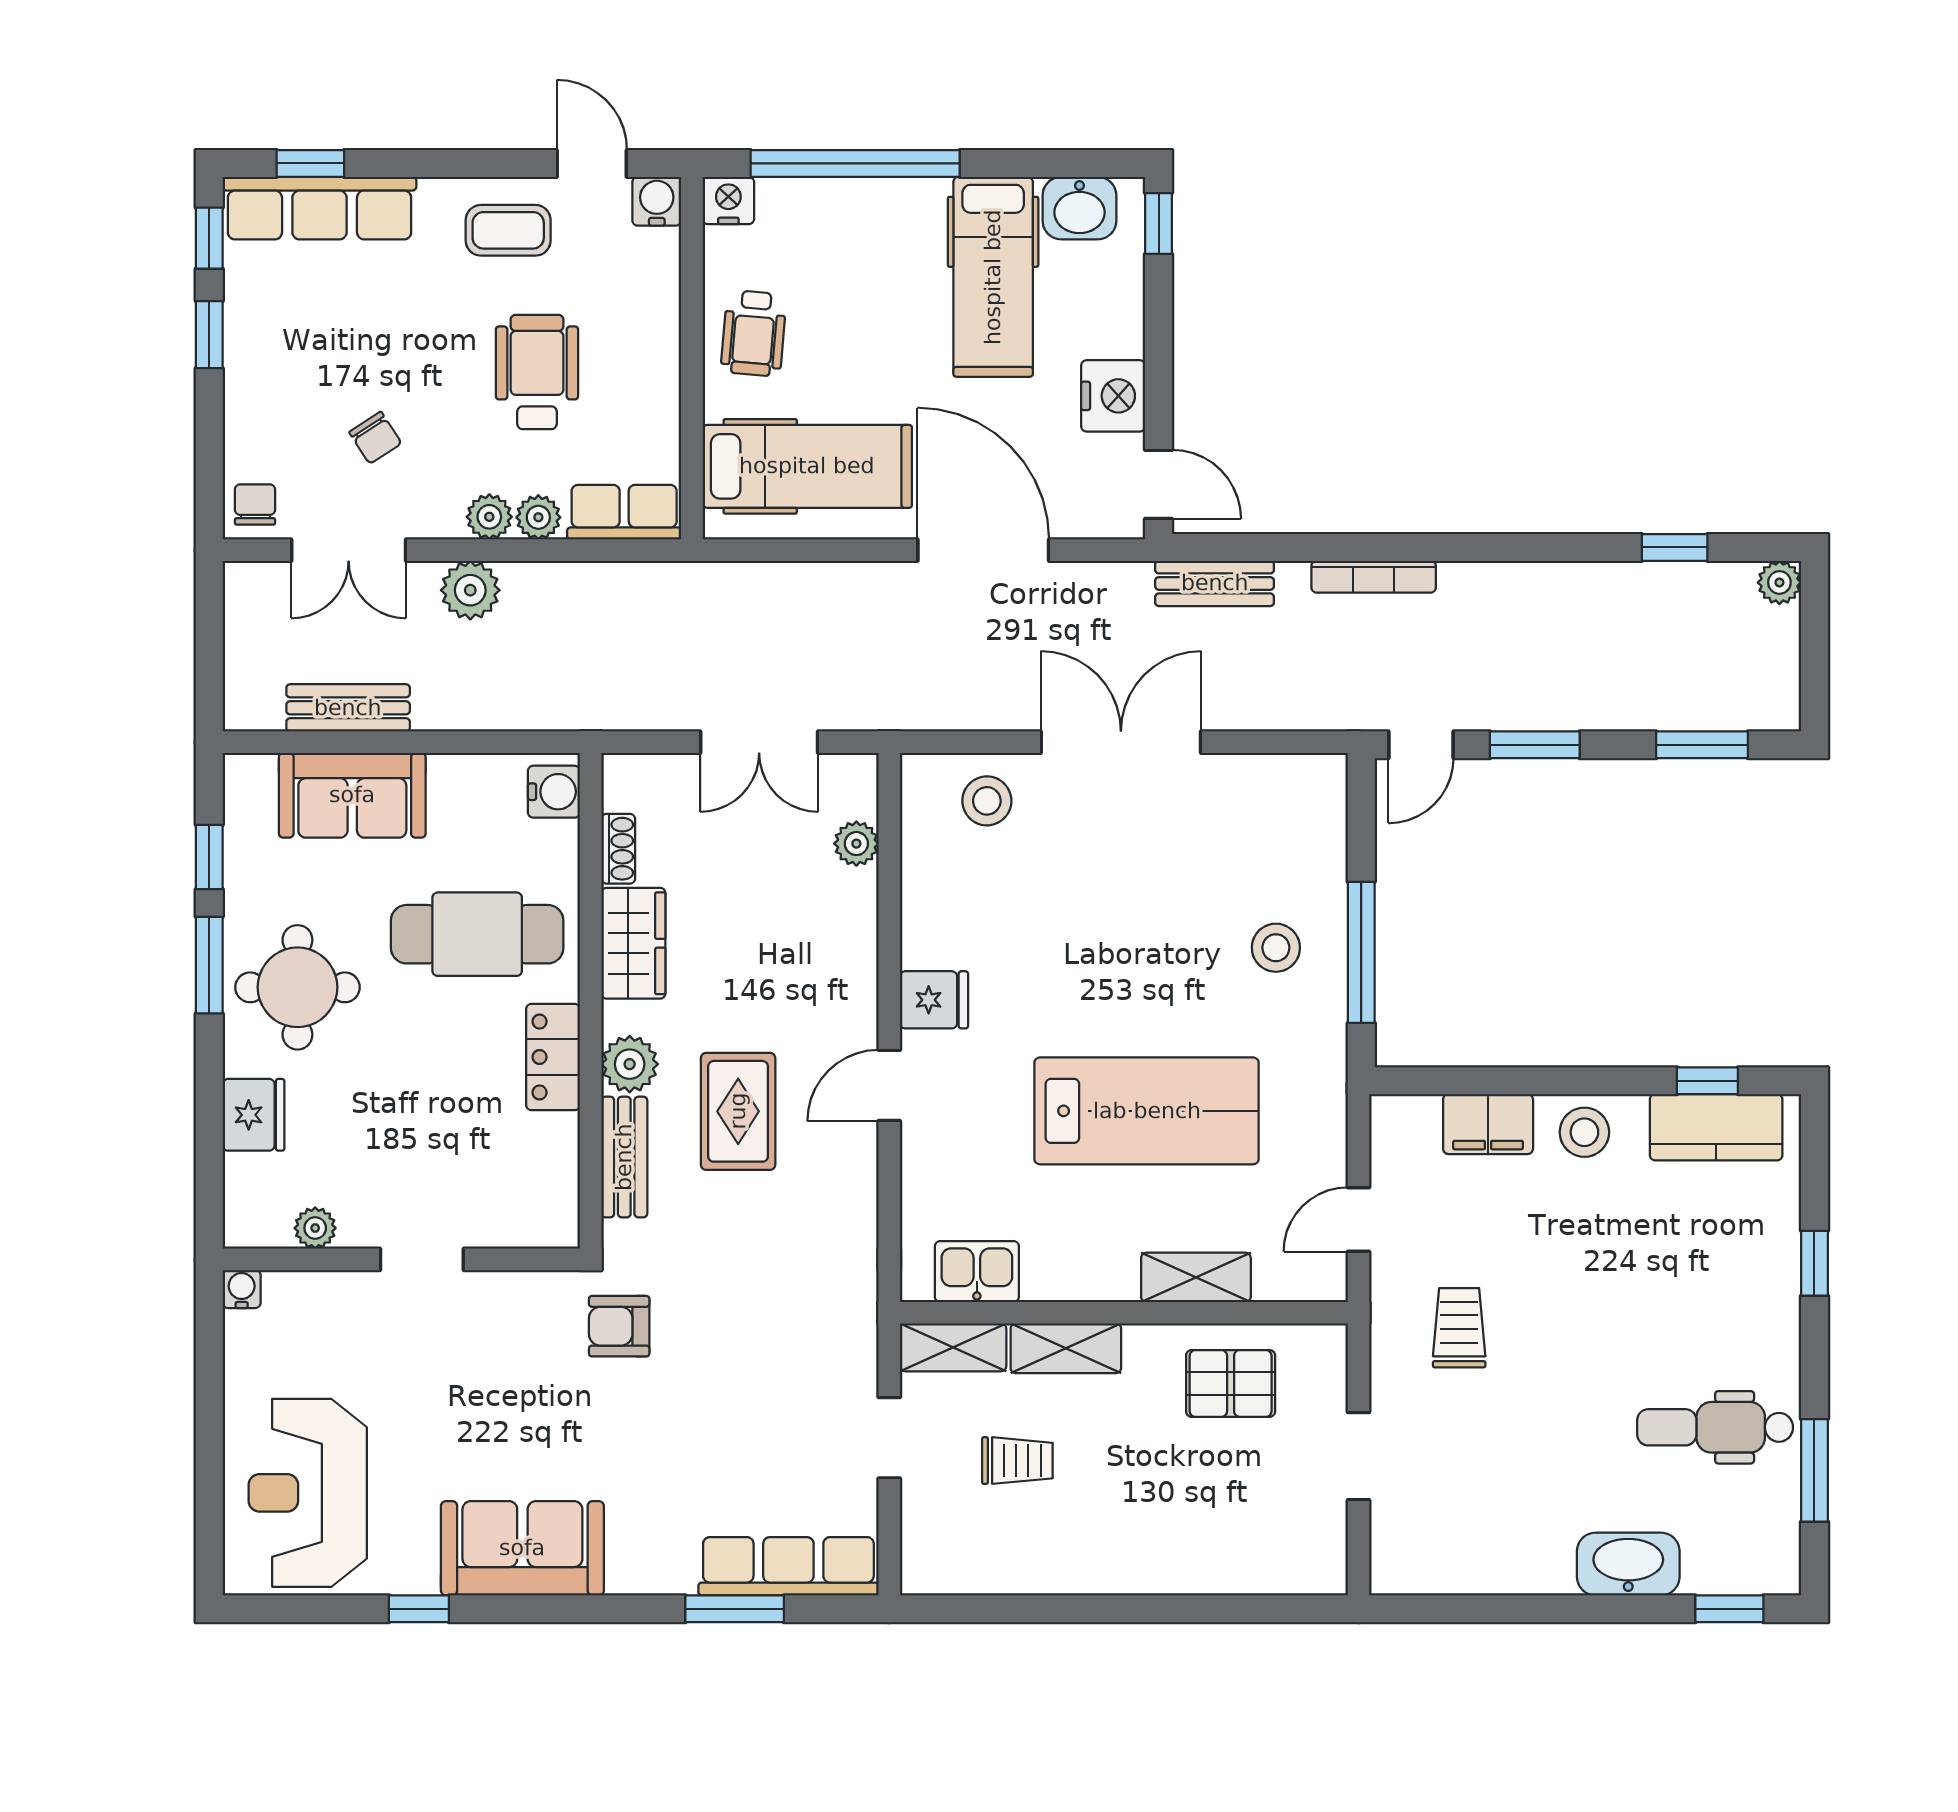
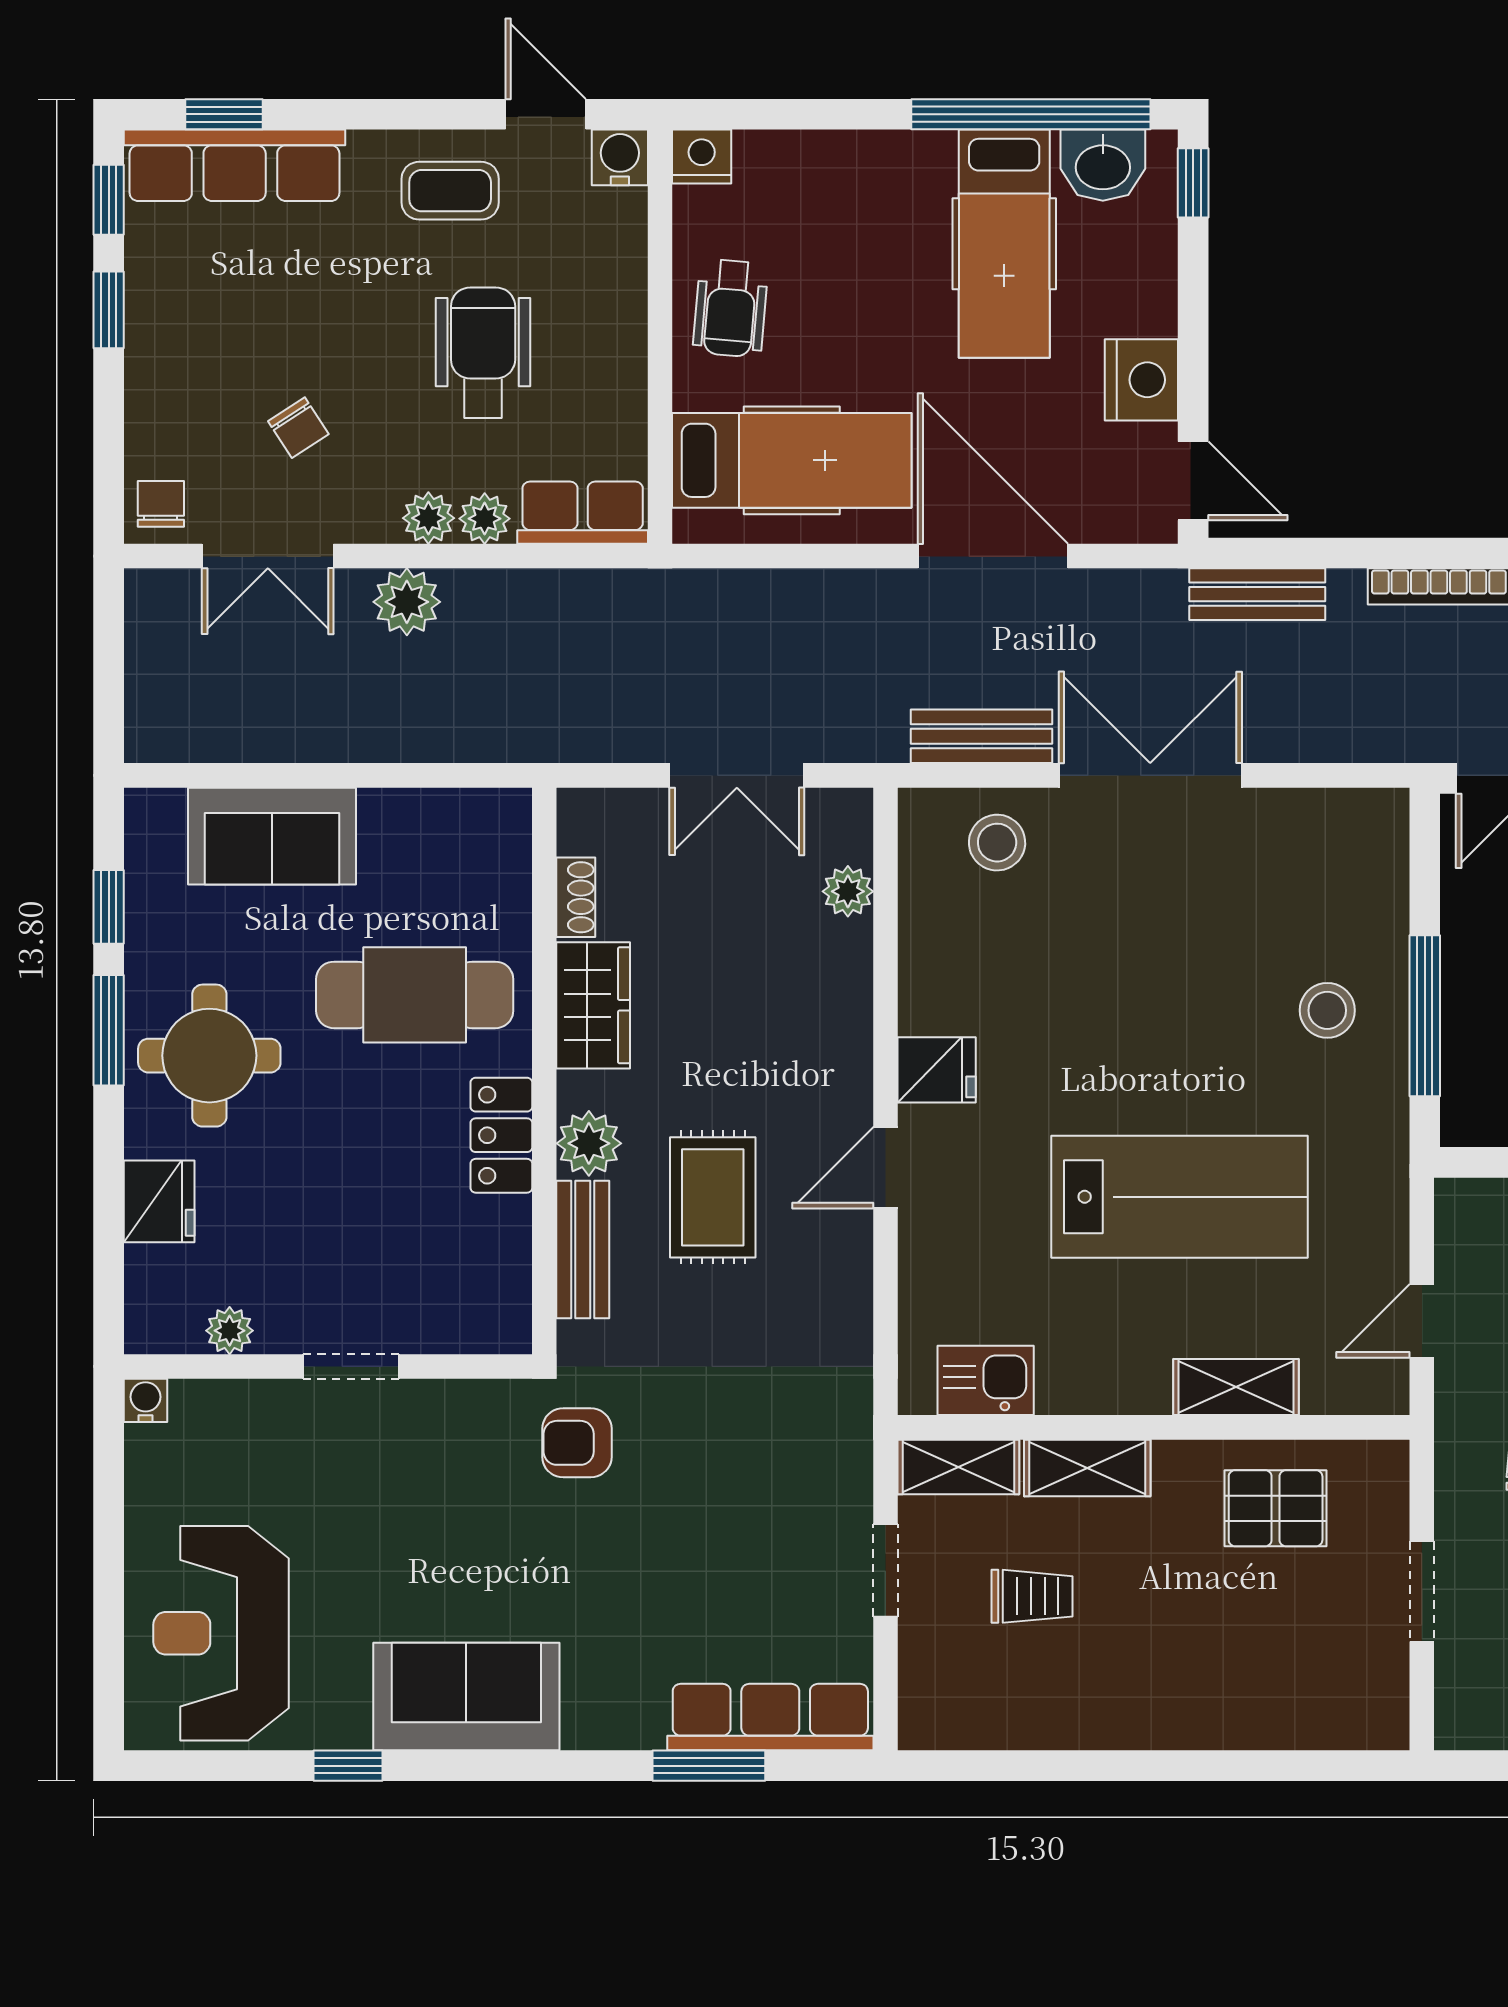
window: (855, 163) -> (1031, 114), moved
bench: (348, 708) -> (981, 736), moved
water cooler: (554, 792) -> (502, 832), removed

